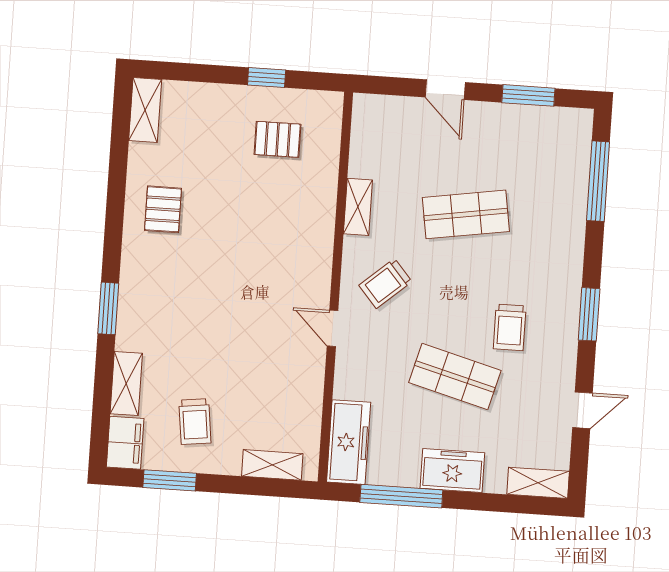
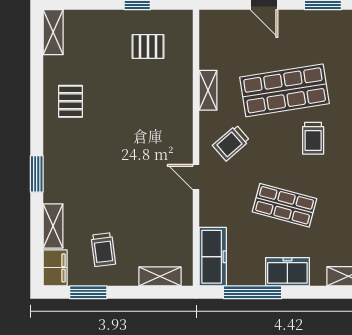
shop shelf: (466, 214) -> (285, 90), width x1.43, depth x1.36
trolley: (510, 327) -> (313, 138), moved

